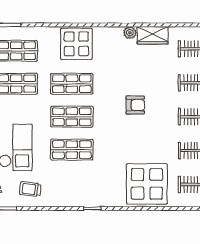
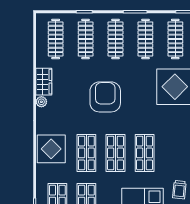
armchair: (135, 105) -> (105, 97), width x1.88, depth x1.88

